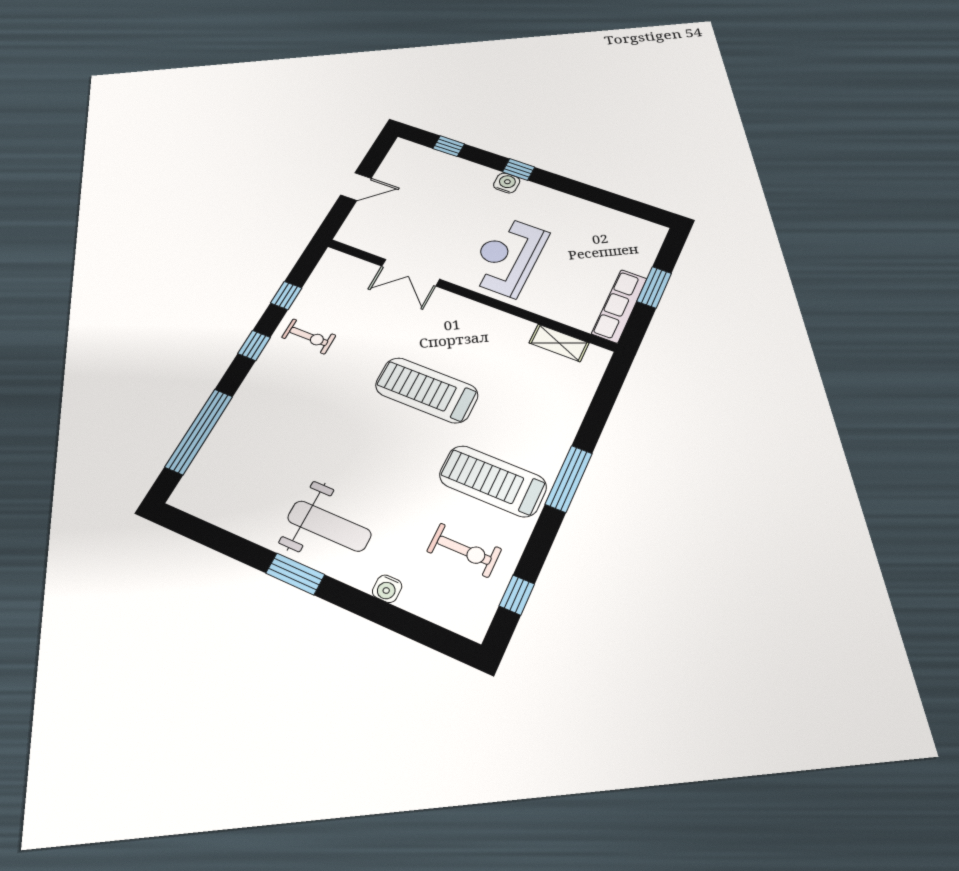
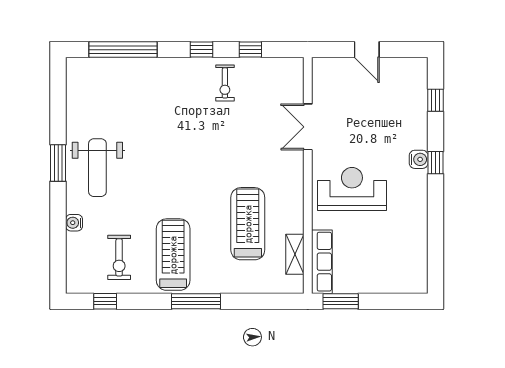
window: (654, 287) -> (341, 301), moved
row of seats: (619, 306) -> (322, 262), moved, turned 90
treadmill: (427, 390) -> (248, 224), moved

